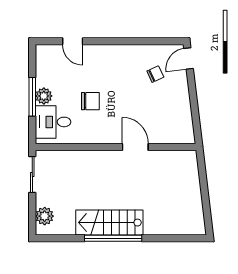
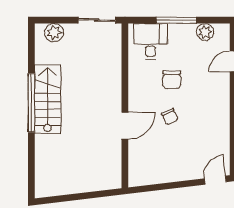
door: (189, 59) -> (215, 180), hinge flipped
chair: (155, 74) -> (170, 117), moved
plant: (44, 96) -> (205, 32), moved

